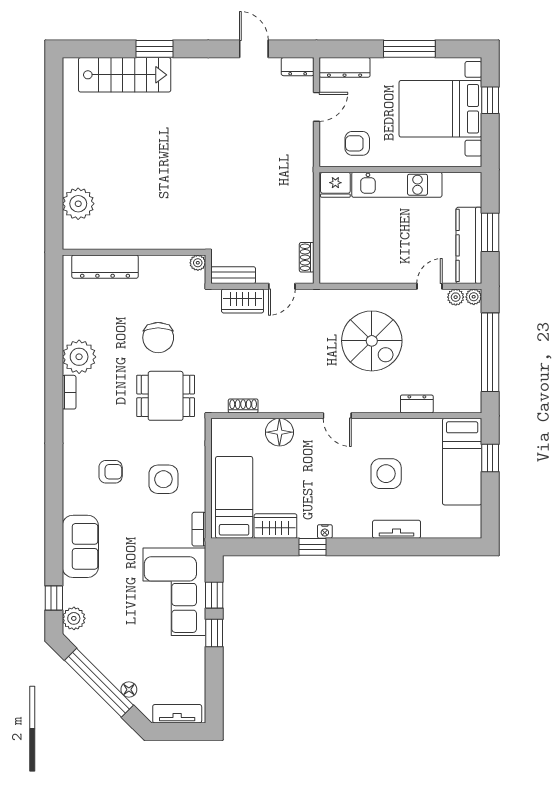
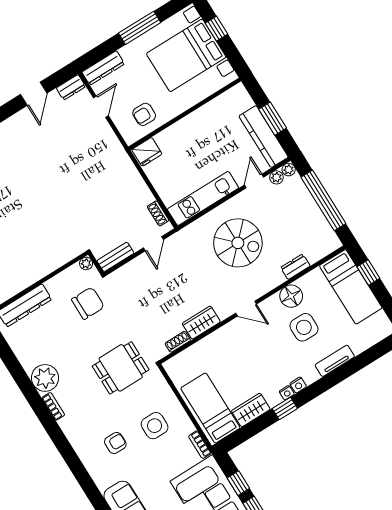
door: (254, 49) -> (34, 94), swing flipped
kitchen unit: (397, 185) -> (203, 198), moved, turned 180
wardrobe: (243, 301) -> (201, 323), moved, turned 180
chair: (158, 338) -> (88, 303), moved, turned -90
floor lamp: (279, 432) -> (291, 296), moved
nightstand: (342, 531) -> (298, 385), added

